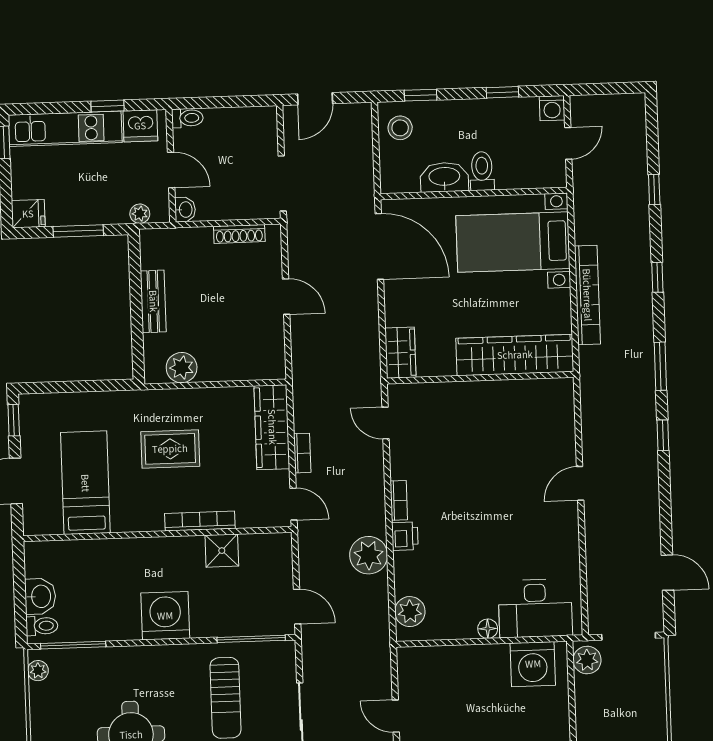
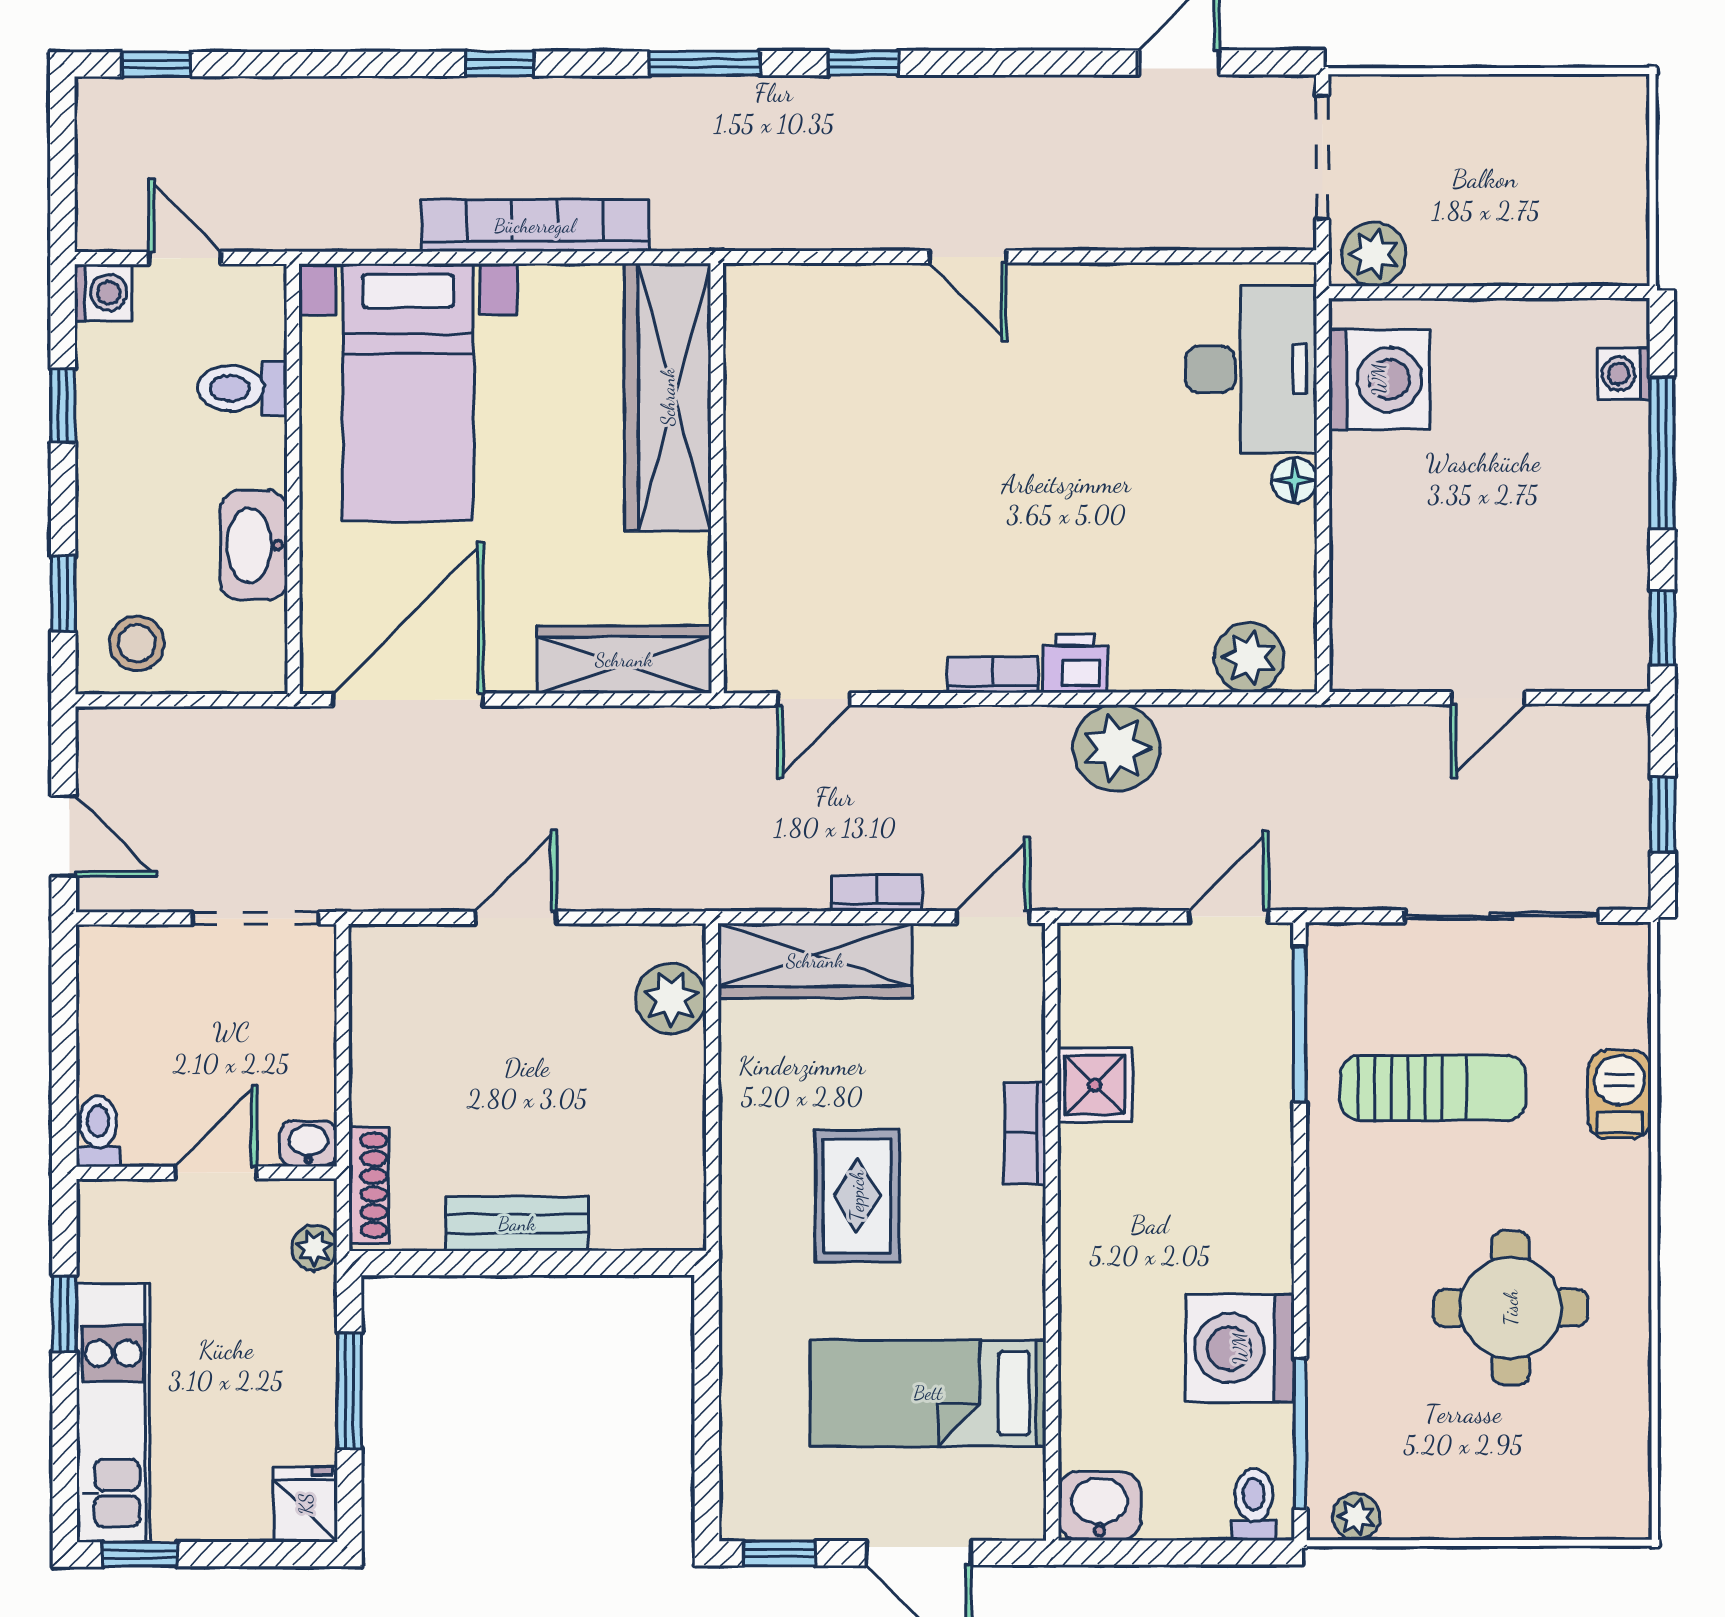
dishwasher: (140, 126) -> (113, 1240), removed
toilet: (482, 171) -> (242, 388), moved
window: (654, 190) -> (156, 64), moved
shoe rack: (239, 234) -> (369, 1185), moved
wardrobe: (400, 353) -> (624, 660), width x1.50
plant: (182, 368) -> (671, 998), moved
bookcase: (200, 521) -> (1025, 1133), width x0.64
washbasin: (40, 596) -> (1099, 1506), moved
washing machine: (165, 616) -> (1240, 1348), moved

